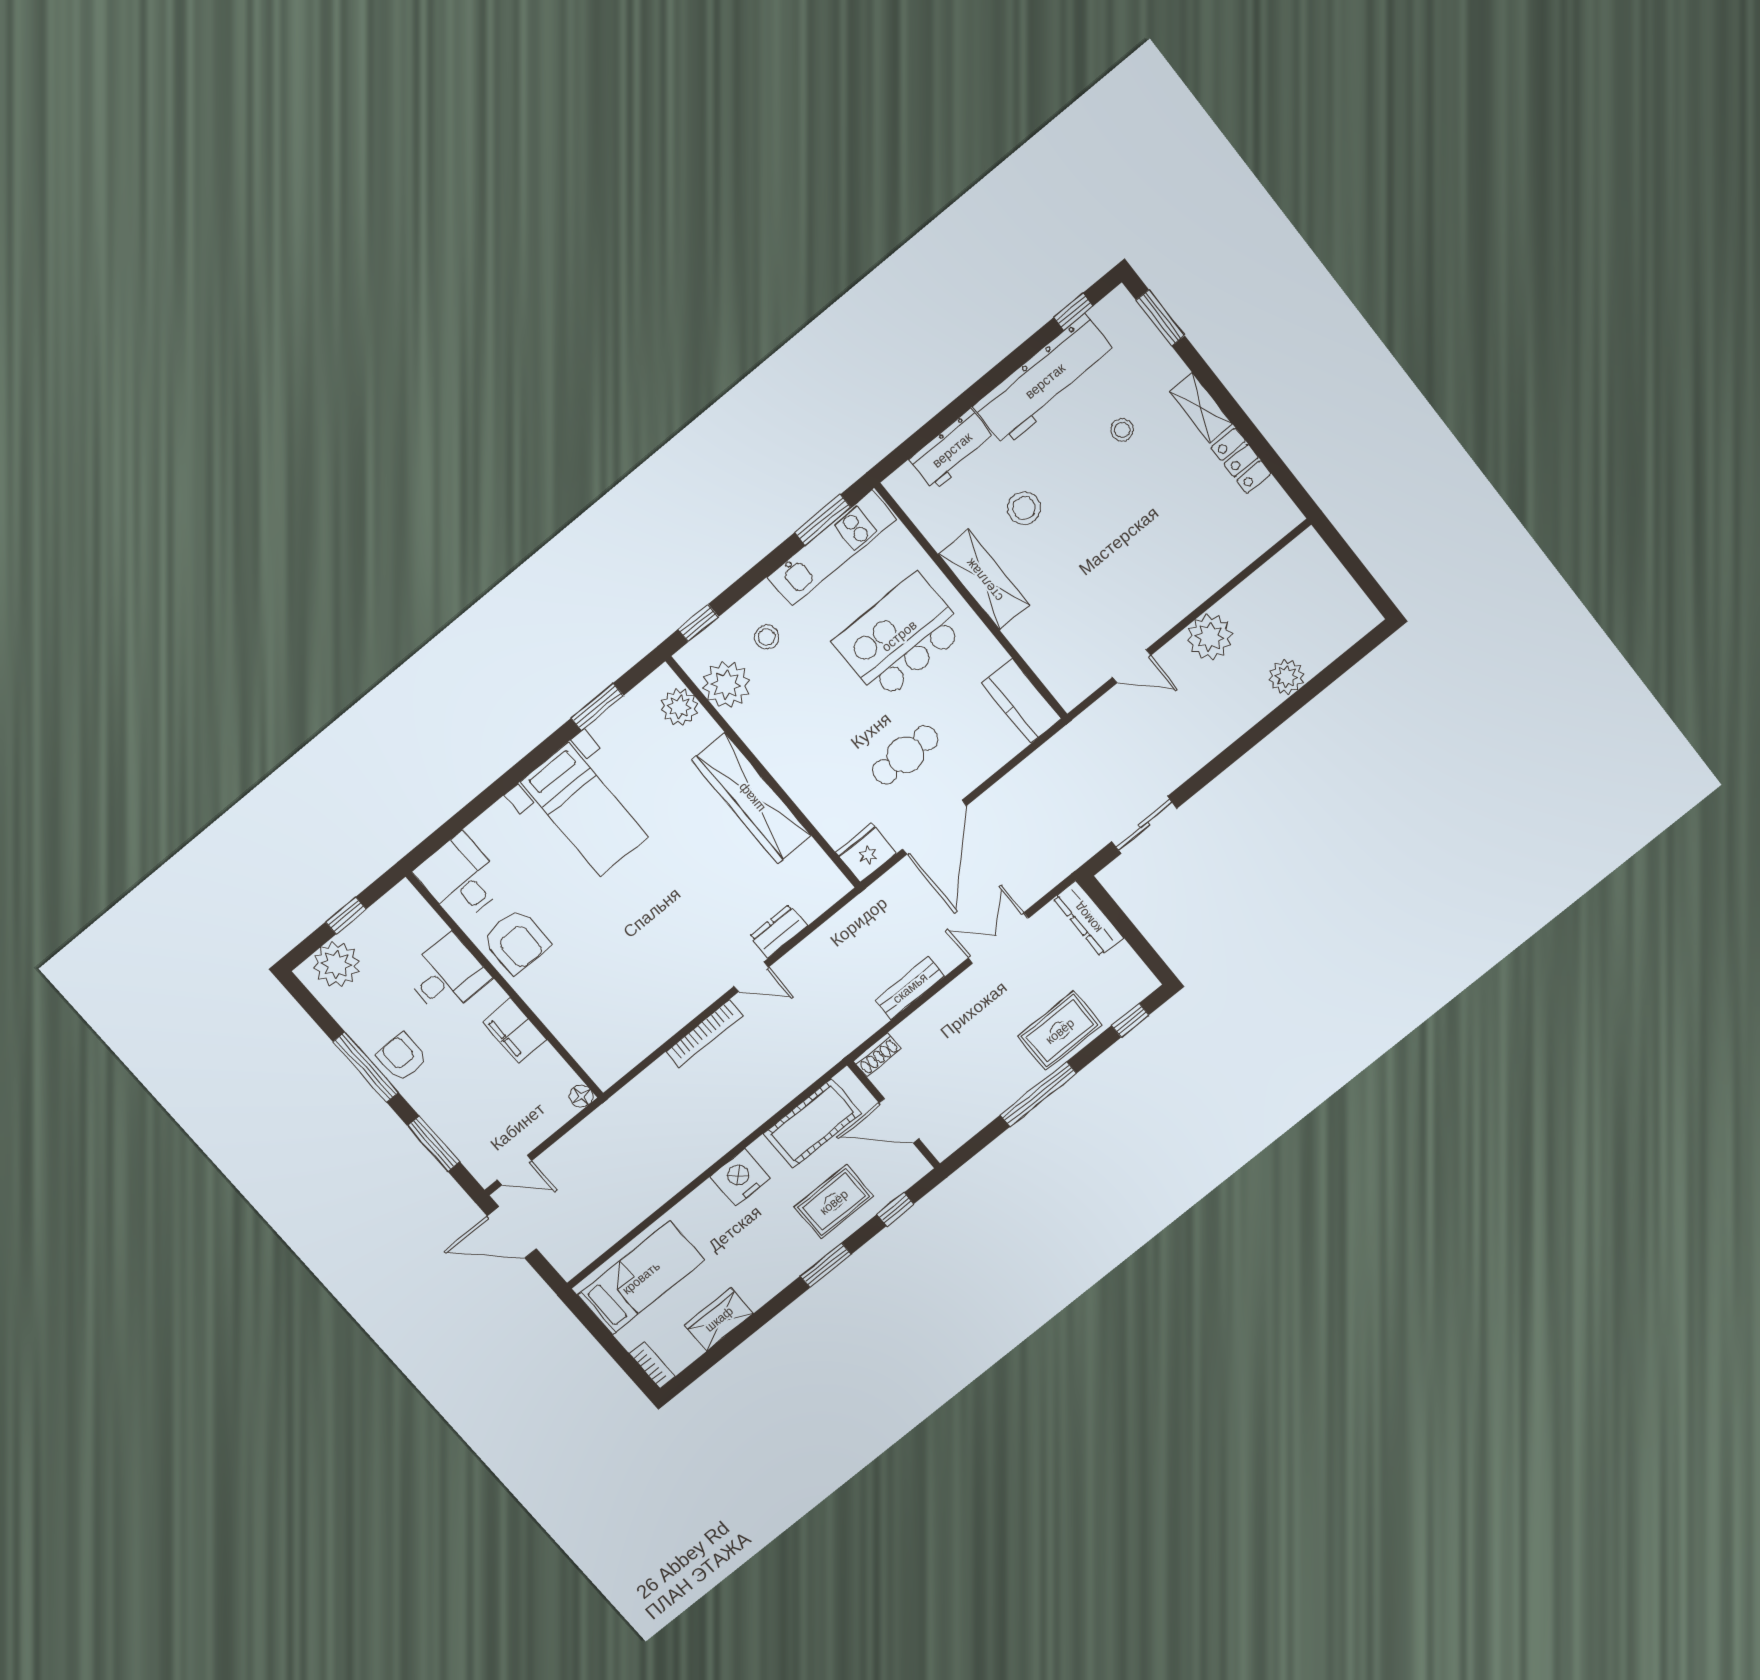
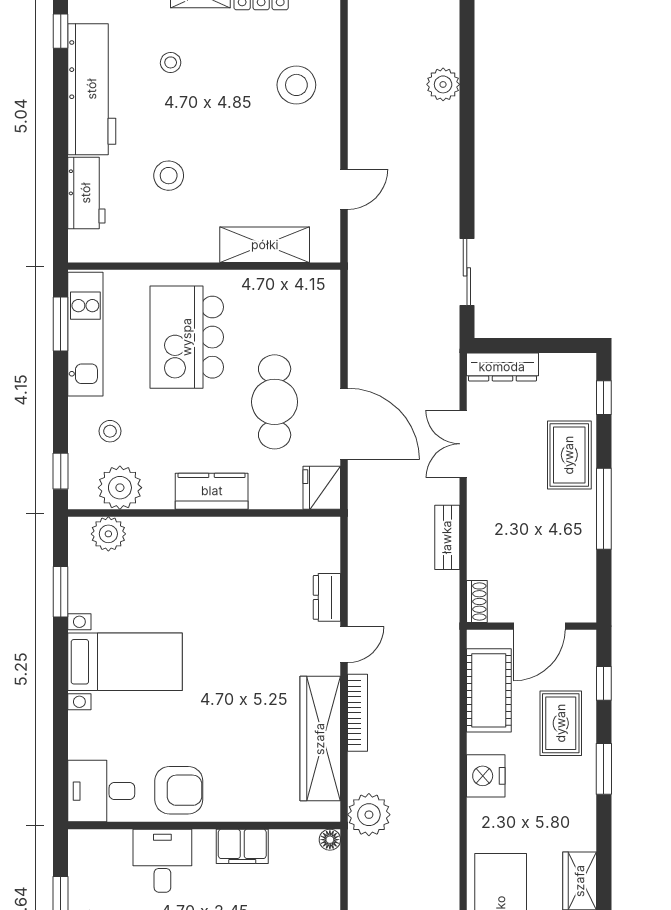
stool: (1188, 554) -> (296, 85), added
shelving: (984, 580) -> (265, 245), moved
plant: (1210, 637) -> (369, 815), moved
kitchen counter: (1021, 701) -> (212, 491), moved, turned 180
cafe table: (905, 755) -> (275, 402), width x1.37, depth x1.35
wardrobe: (751, 798) -> (320, 739), moved, turned 90

